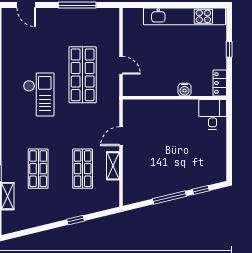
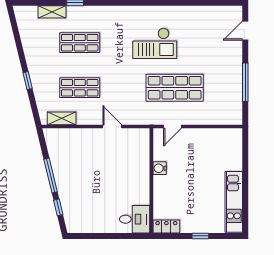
kitchen unit: (185, 16) -> (234, 202), width x0.73
door: (121, 65) -> (173, 127), moved
water cooler: (185, 90) -> (160, 168), moved
shelving: (113, 166) -> (62, 118), moved

